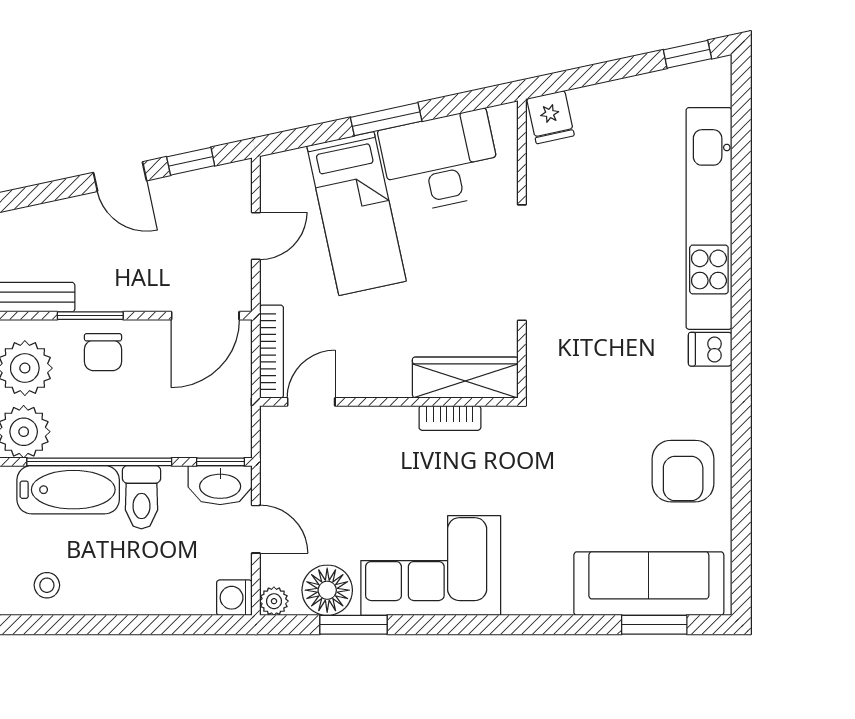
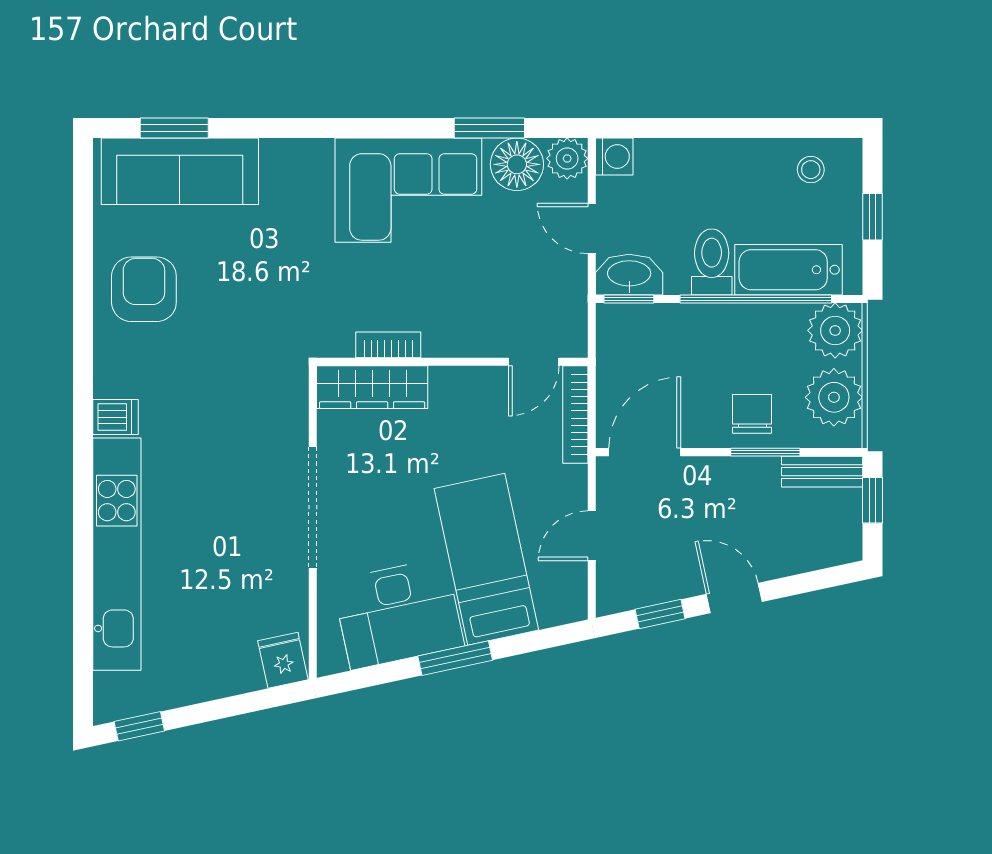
plant: (274, 601) -> (567, 158), width x1.38, depth x1.38

